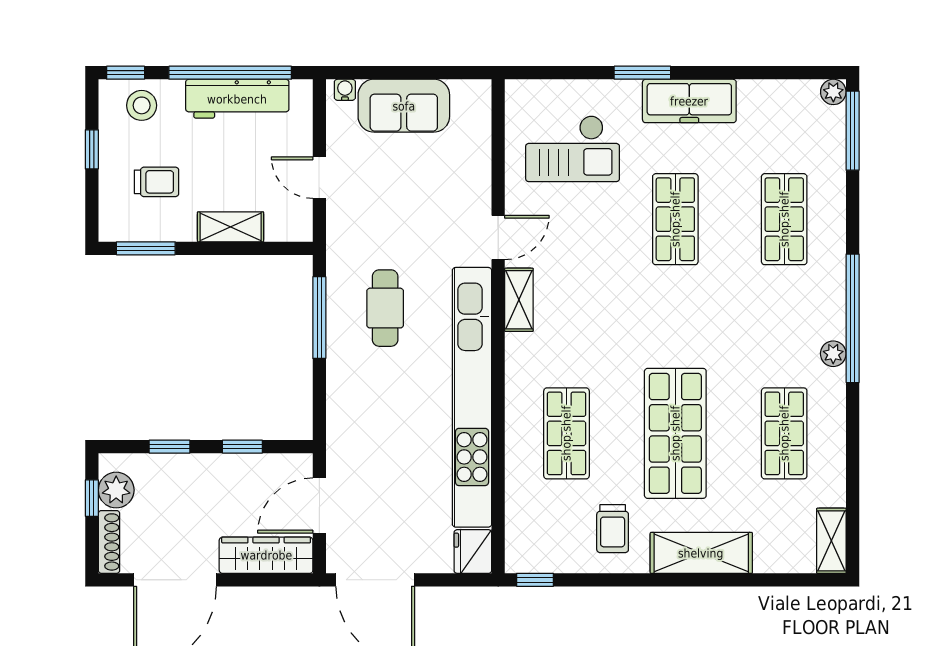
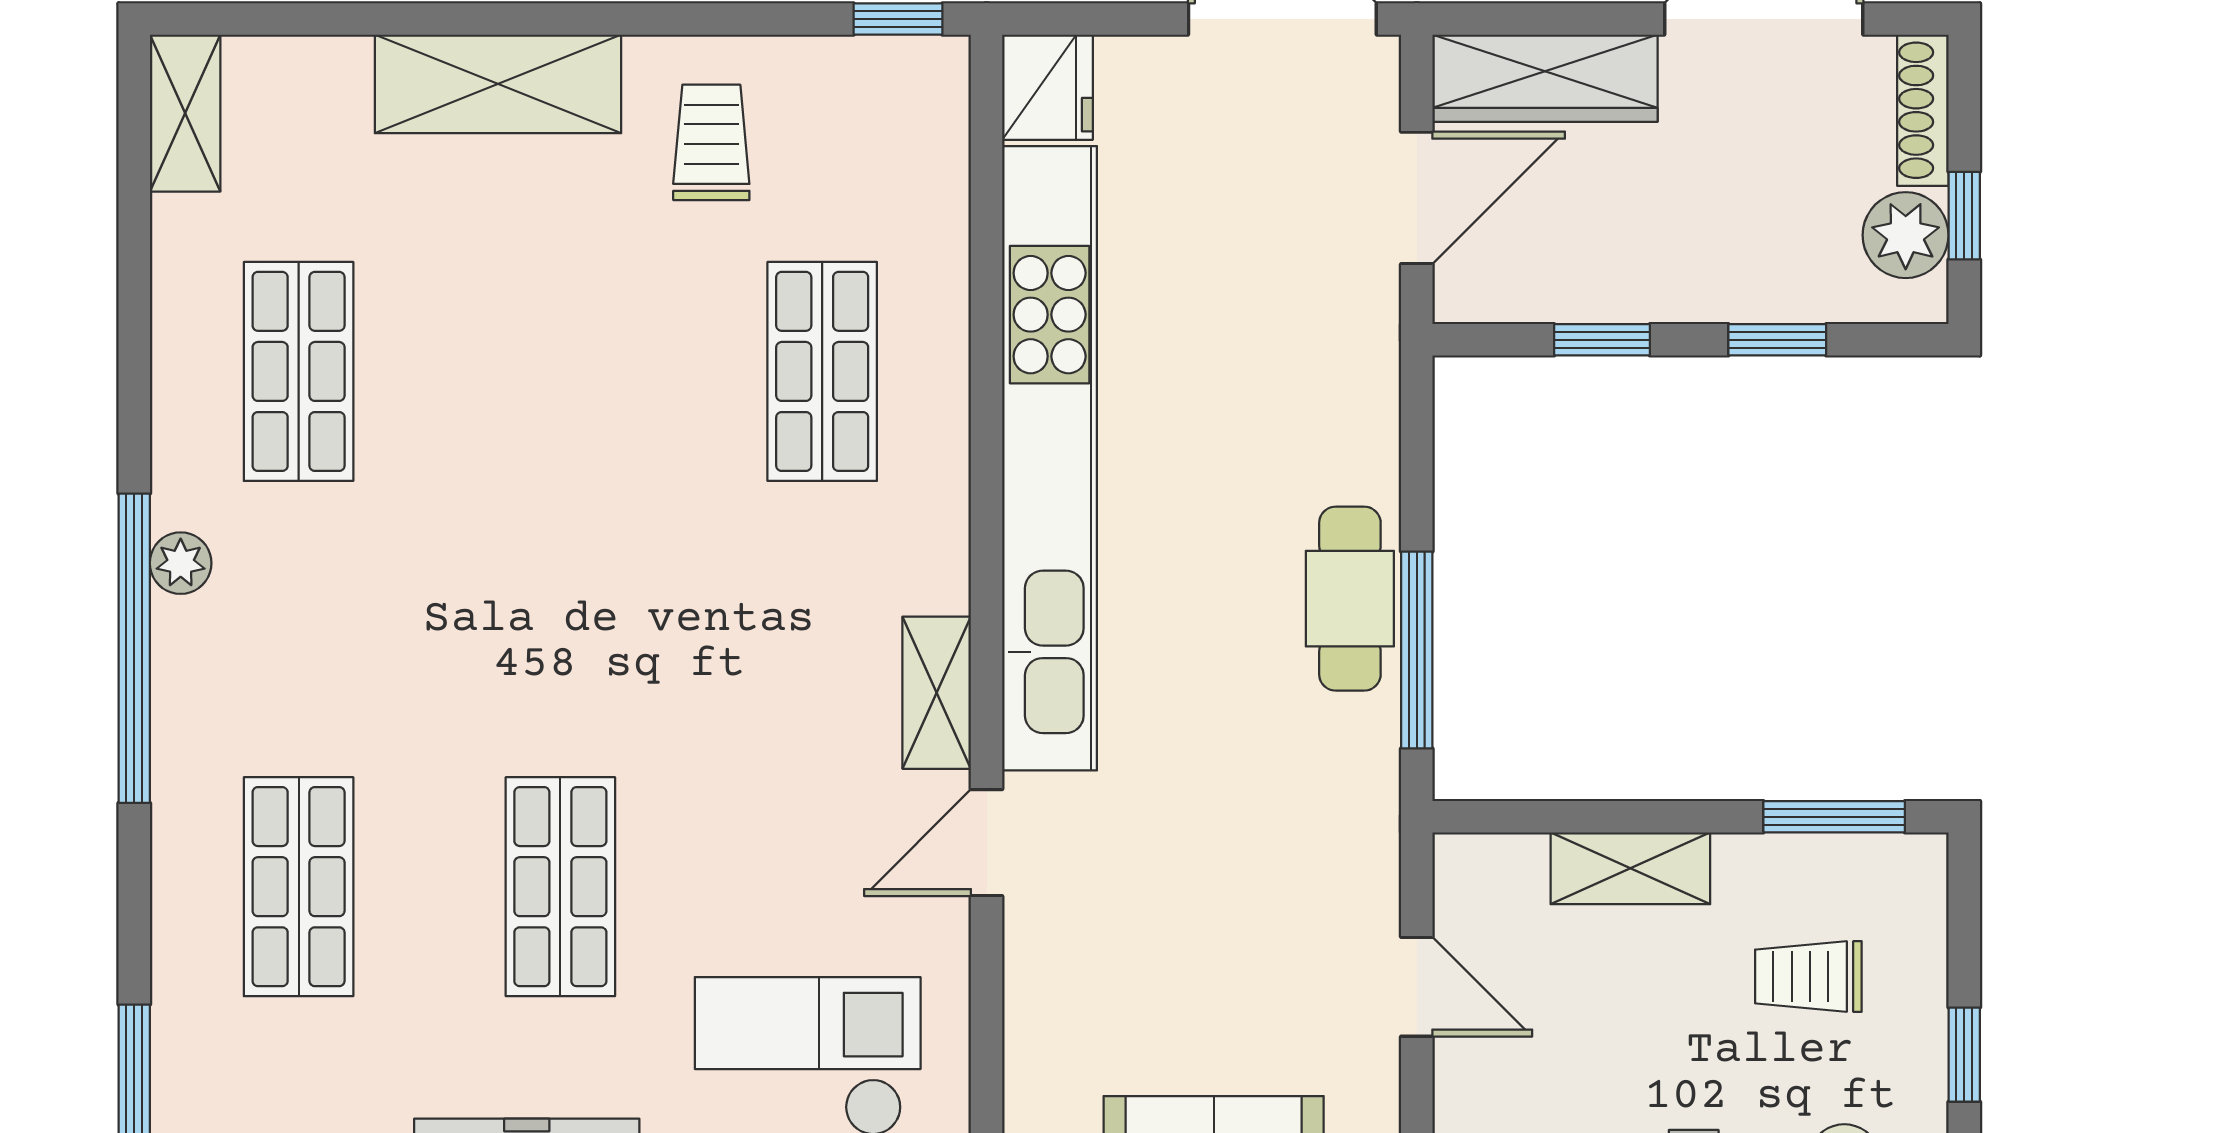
cafe table: (385, 308) -> (1350, 599), moved
shop shelf: (675, 433) -> (560, 371), removed

